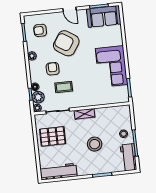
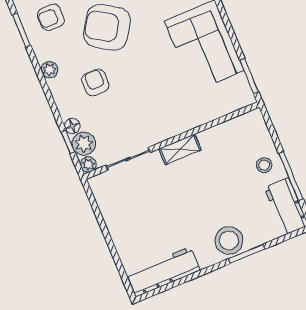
coffee table: (64, 87) -> (126, 110), removed
pallet: (53, 136) -> (133, 209), removed
stool: (95, 144) -> (229, 240), moved

